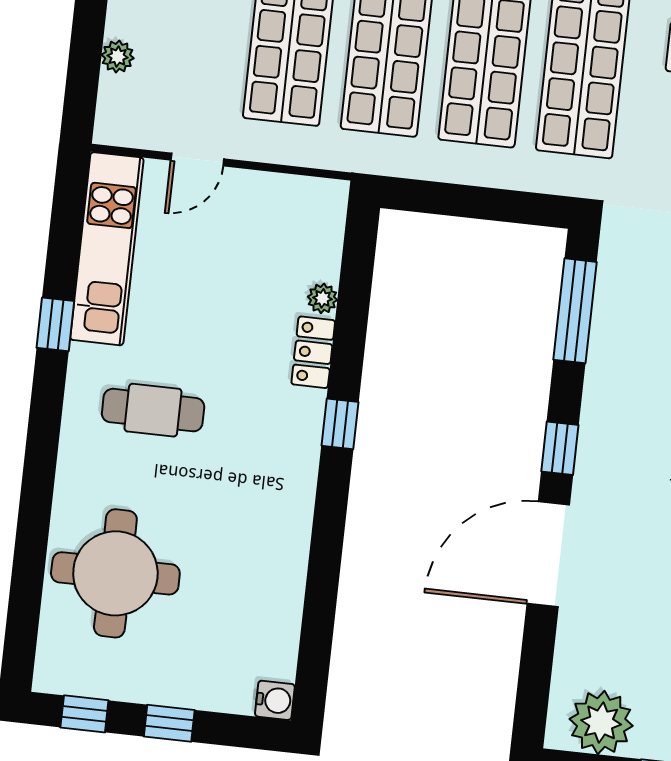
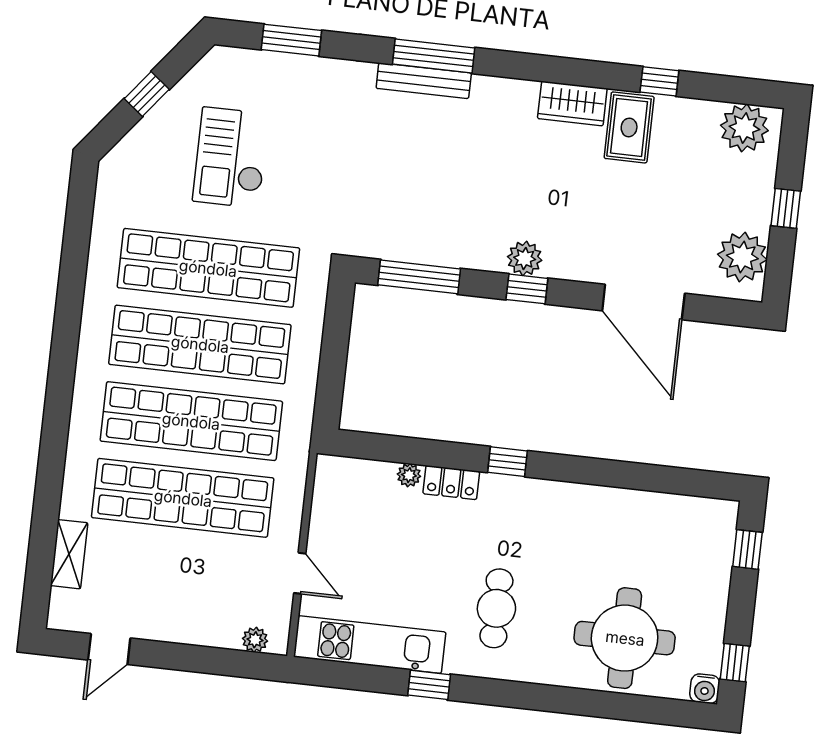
plant: (118, 56) -> (255, 640), moved
plant: (599, 445) -> (525, 258), added
door: (548, 554) -> (643, 302), moved
water cooler: (275, 700) -> (705, 689), moved, turned 180
window: (169, 723) -> (747, 549), moved

